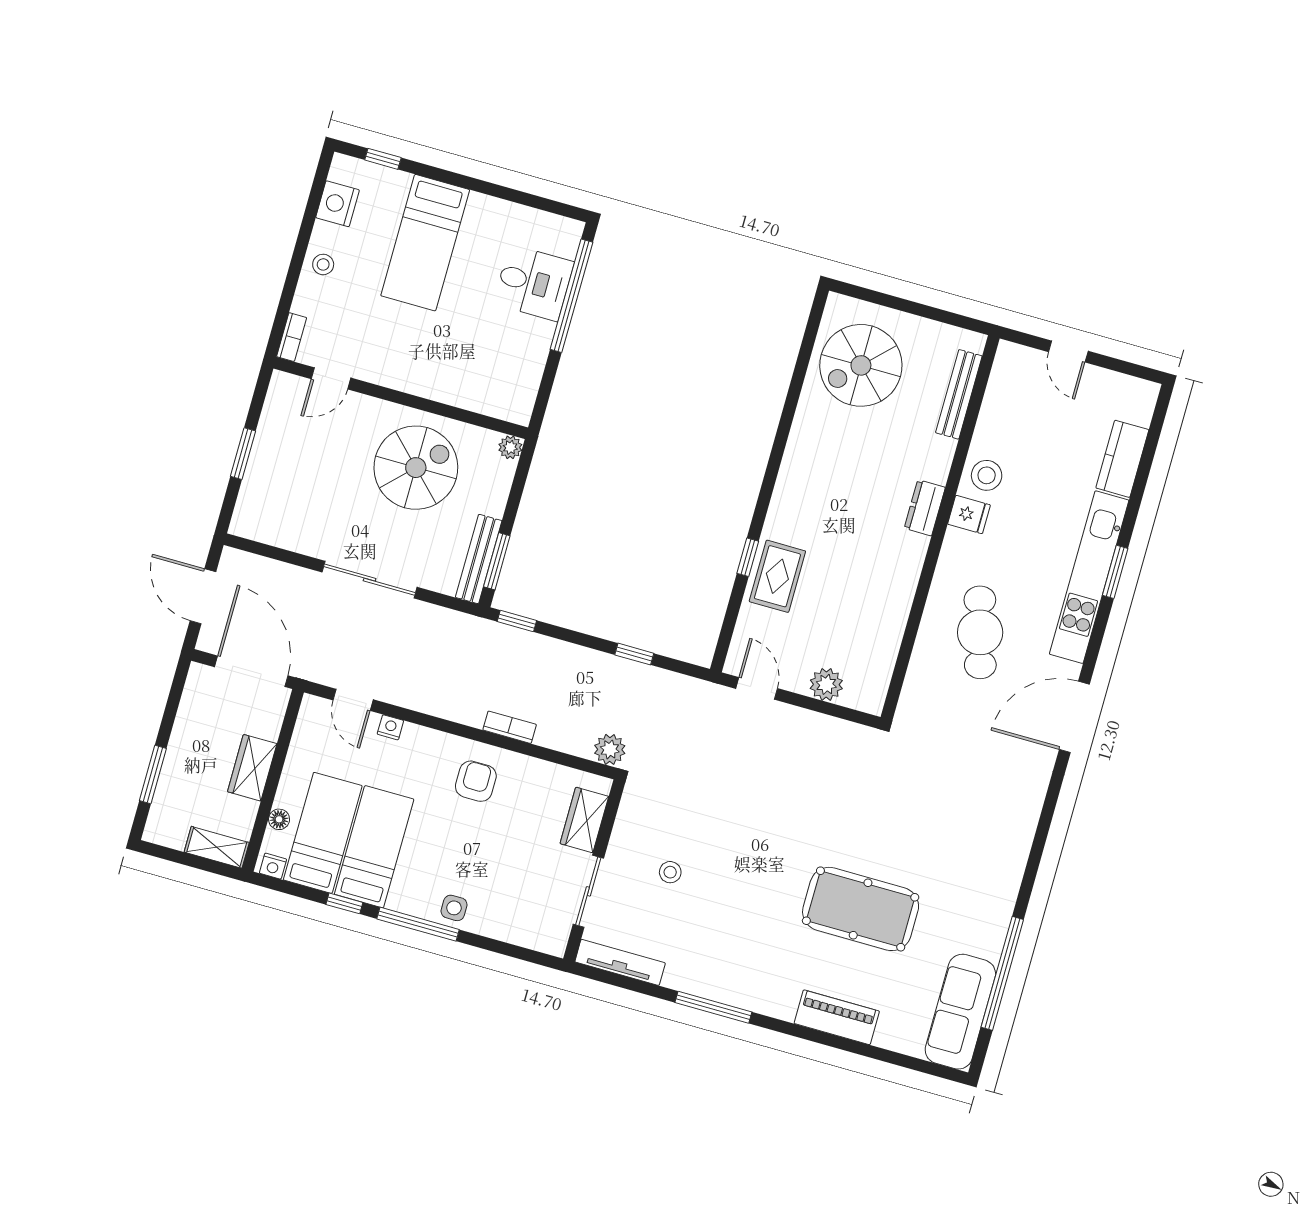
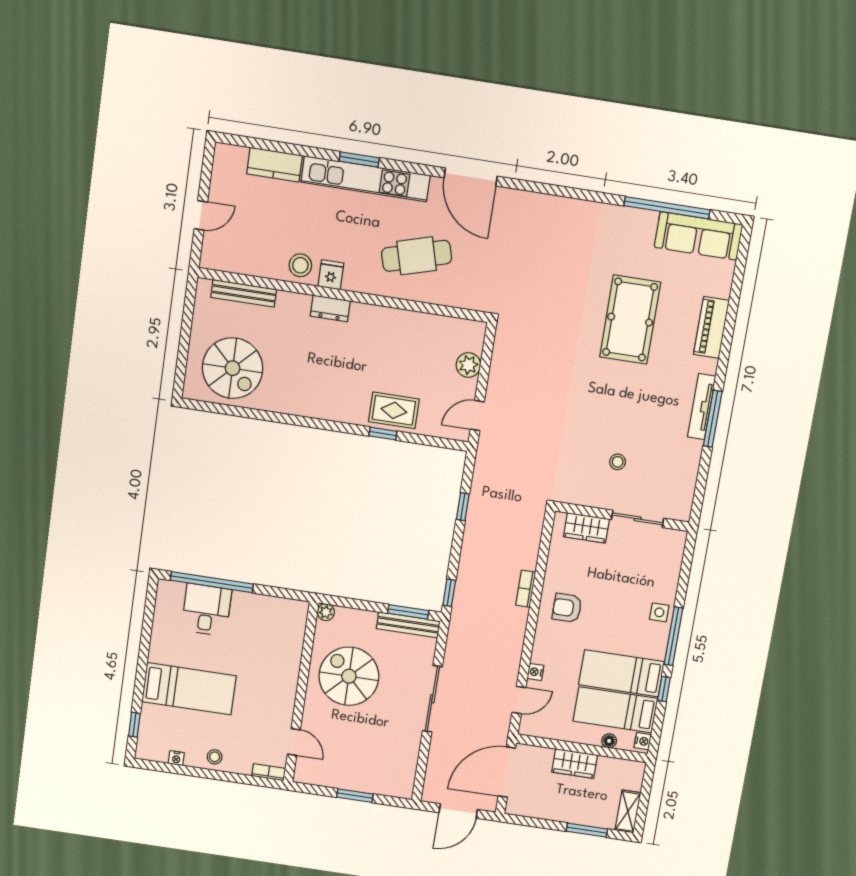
nightstand: (338, 204) -> (176, 758), width x0.53, depth x0.56
plant: (610, 749) -> (534, 516), removed
shelving: (217, 847) -> (628, 811), moved
tv unit: (620, 962) -> (702, 407), moved

